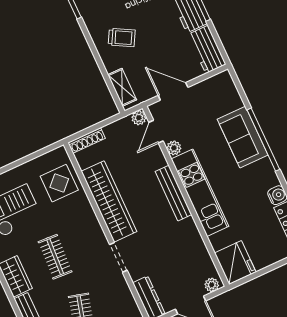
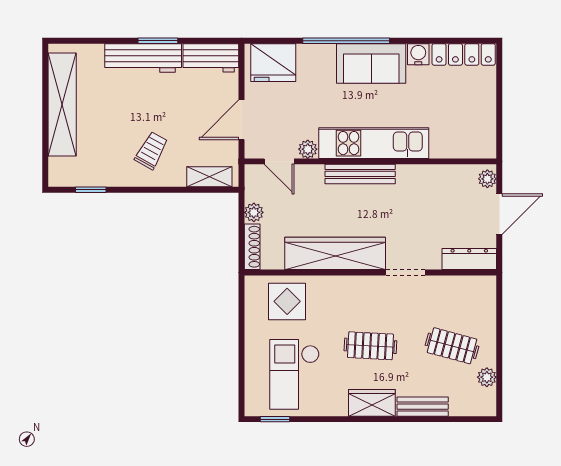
plant: (139, 118) -> (254, 212), moved
sofa: (243, 137) -> (371, 64), moved
fridge: (235, 263) -> (273, 63), moved, turned 180

